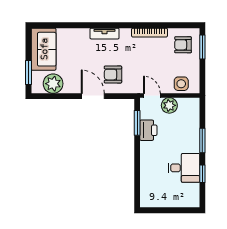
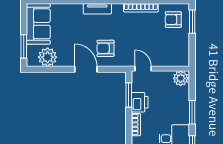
side table: (181, 84) -> (172, 57), removed
plant: (169, 105) -> (181, 78), moved
bookcase: (144, 153) -> (136, 125), added

